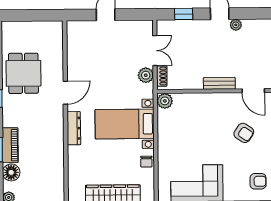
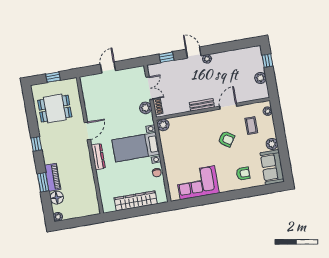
window: (32, 15) -> (53, 77), added
dining table: (23, 73) -> (55, 109), moved, turned 90
door: (253, 91) -> (228, 106), swing flipped

